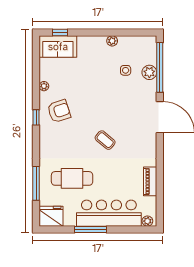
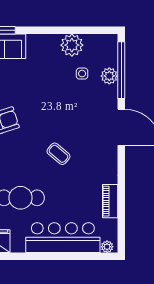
plant: (112, 41) -> (72, 45), width x1.87, depth x1.87
window: (90, 229) -> (42, 256), removed

